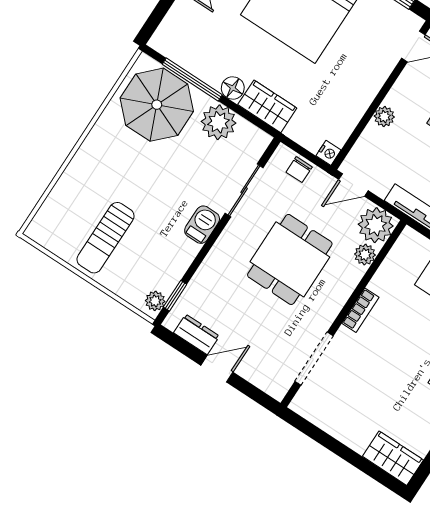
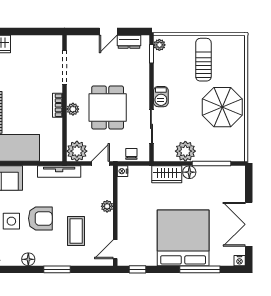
parasol: (157, 105) -> (222, 107), moved
plant: (365, 255) -> (73, 109), moved

